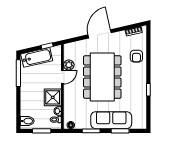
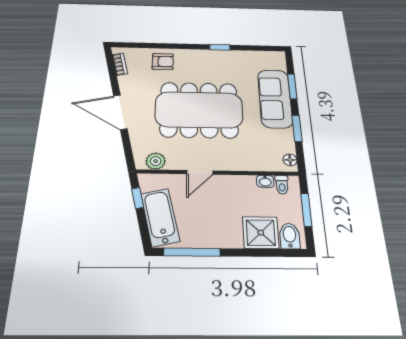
plant: (69, 65) -> (156, 161), moved
door: (62, 77) -> (200, 172), swing flipped
shower: (53, 97) -> (261, 233), moved

